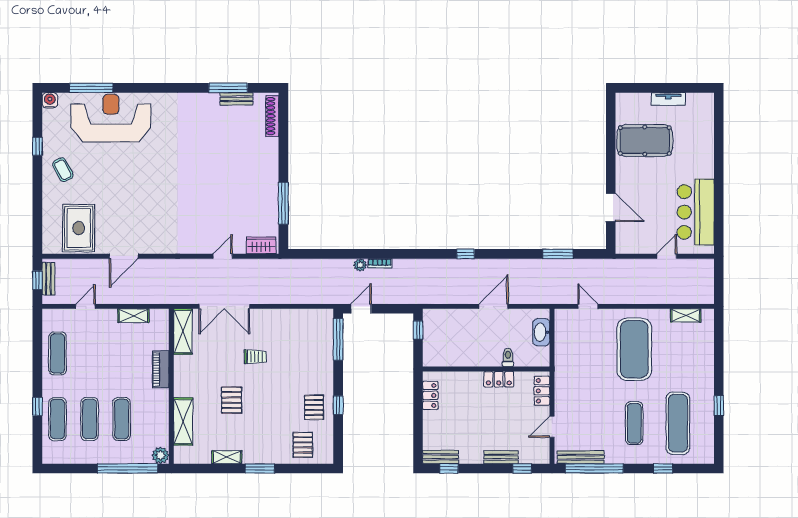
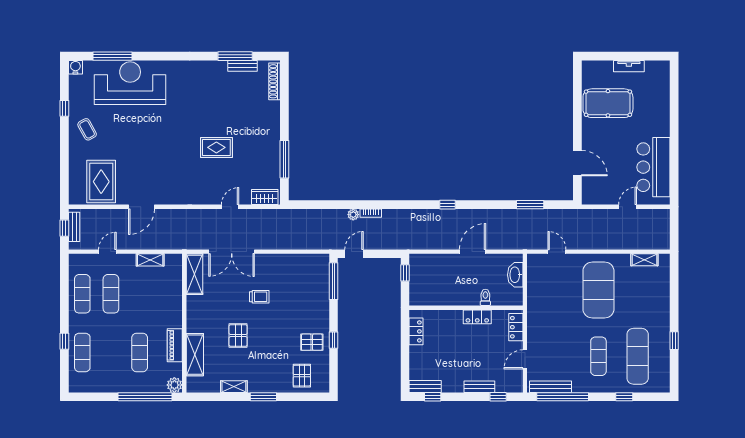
rug: (207, 190) -> (216, 147), added
piano: (161, 369) -> (175, 345), moved
pallet: (314, 408) -> (312, 342), turned 90
exercise mat: (90, 419) -> (111, 294), moved

